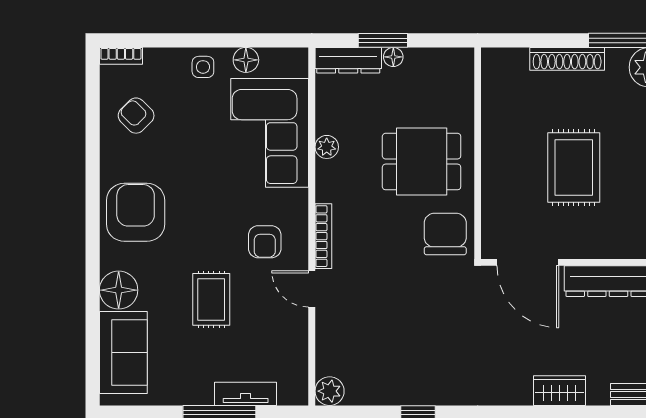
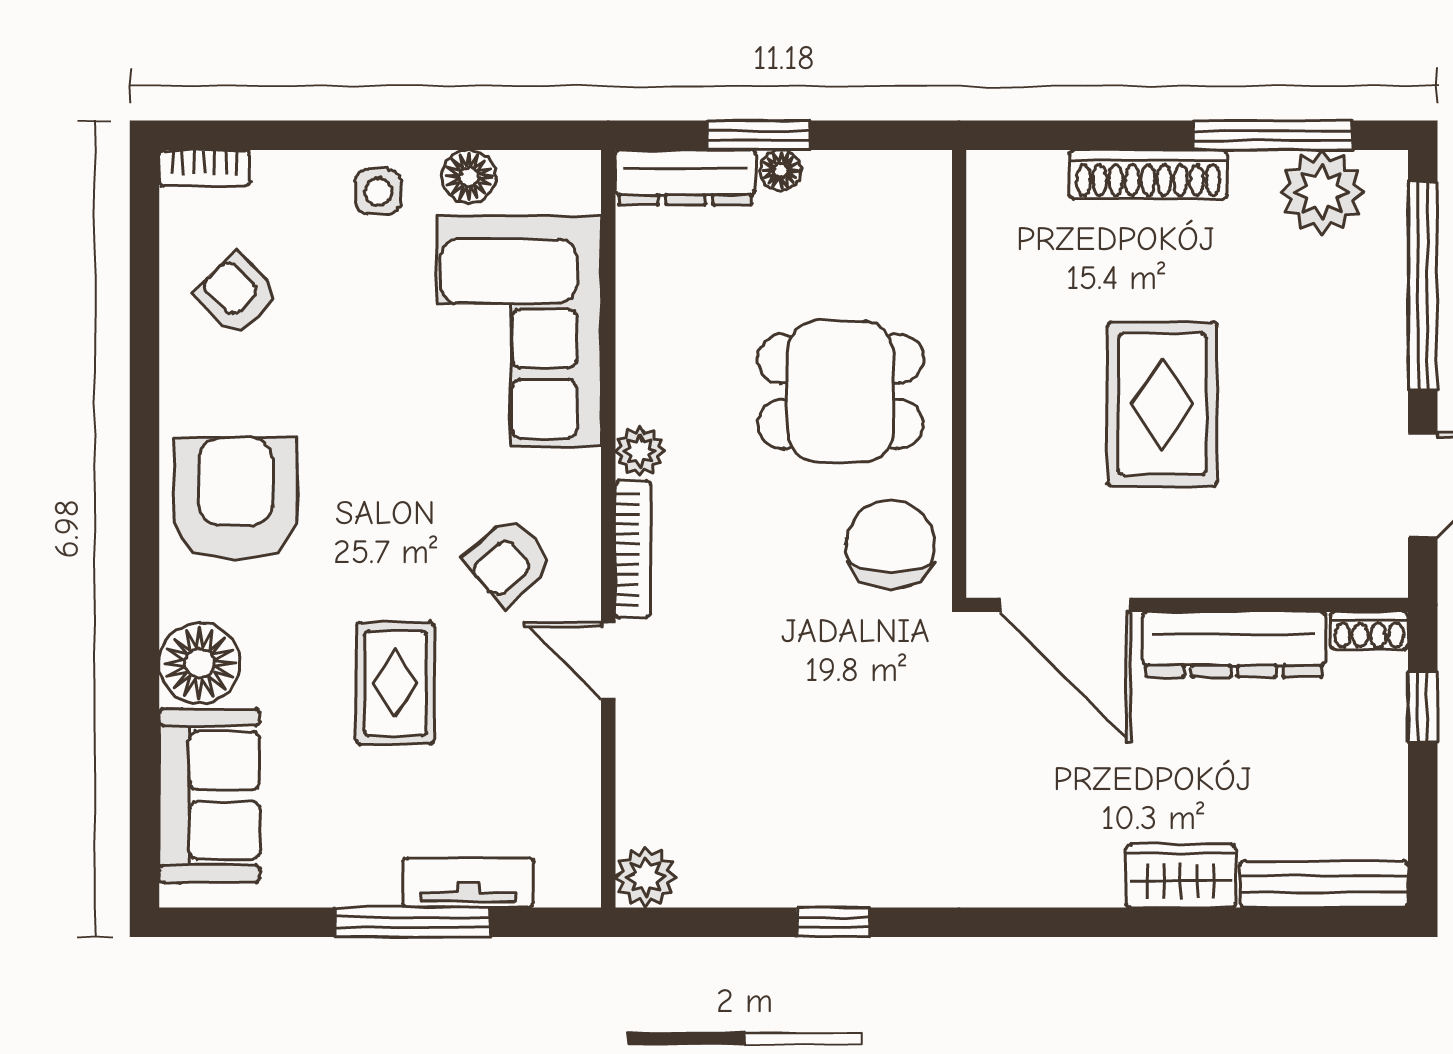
plant: (327, 147) -> (640, 451), moved
armchair: (265, 242) -> (509, 561), turned 49
wardrobe: (560, 391) -> (1181, 876), moved

